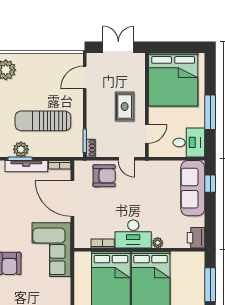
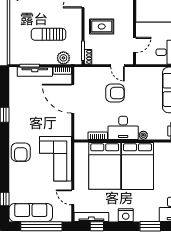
rug: (125, 107) -> (102, 26), moved, turned 90
sun lounger: (43, 121) -> (48, 34), width x0.73, depth x0.75
plant: (21, 149) -> (63, 58), moved
armchair: (104, 176) -> (115, 93), moved
corner sofa: (51, 250) -> (56, 159), moved

